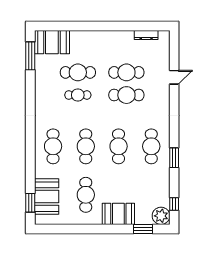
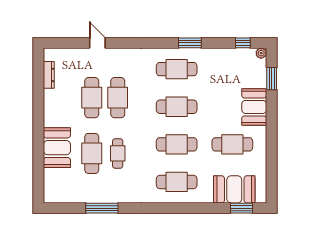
booth: (52, 42) -> (57, 148), moved
window: (30, 56) -> (102, 208), moved
plant: (161, 216) -> (261, 53), width x0.53, depth x0.53

